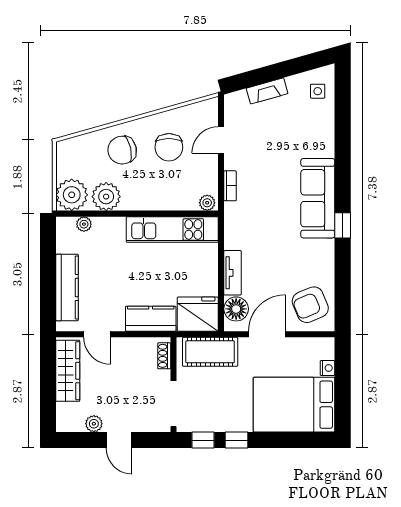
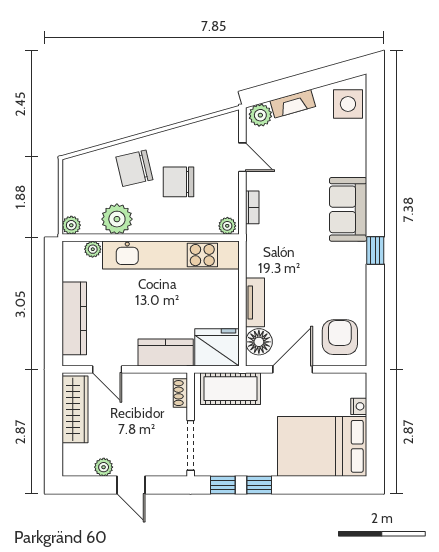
side table: (318, 91) -> (348, 104), width x1.87, depth x1.87
plant: (237, 101) -> (260, 115), added
door: (221, 140) -> (242, 157), swing flipped
chair: (169, 147) -> (179, 182), moved, turned 90
plant: (72, 195) -> (71, 225), width x0.53, depth x0.53
sofa: (318, 198) -> (348, 209), width x0.73
kitchen unit: (172, 230) -> (171, 255), width x1.36
armchair: (310, 305) -> (340, 337), turned 113

